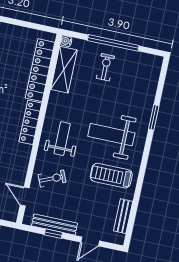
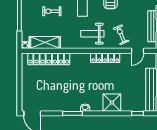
exercise bike: (105, 67) -> (52, 11), moved
locker: (30, 122) -> (105, 58), moved

